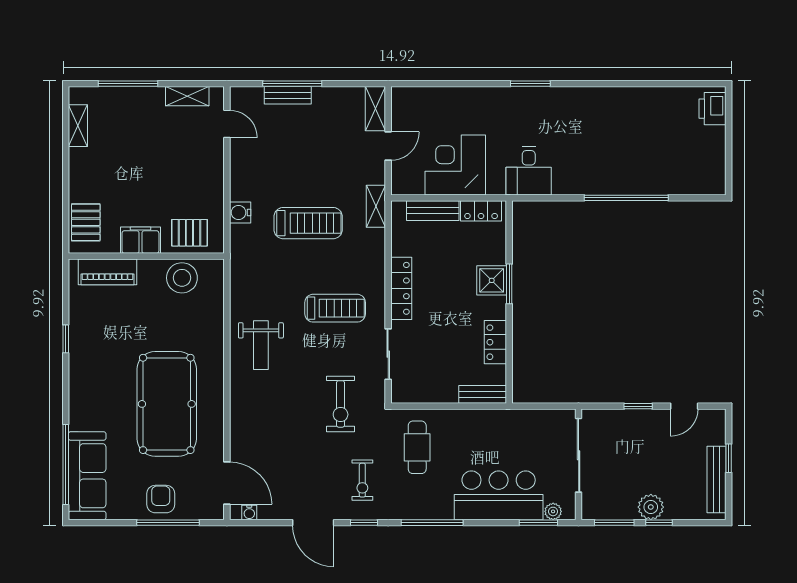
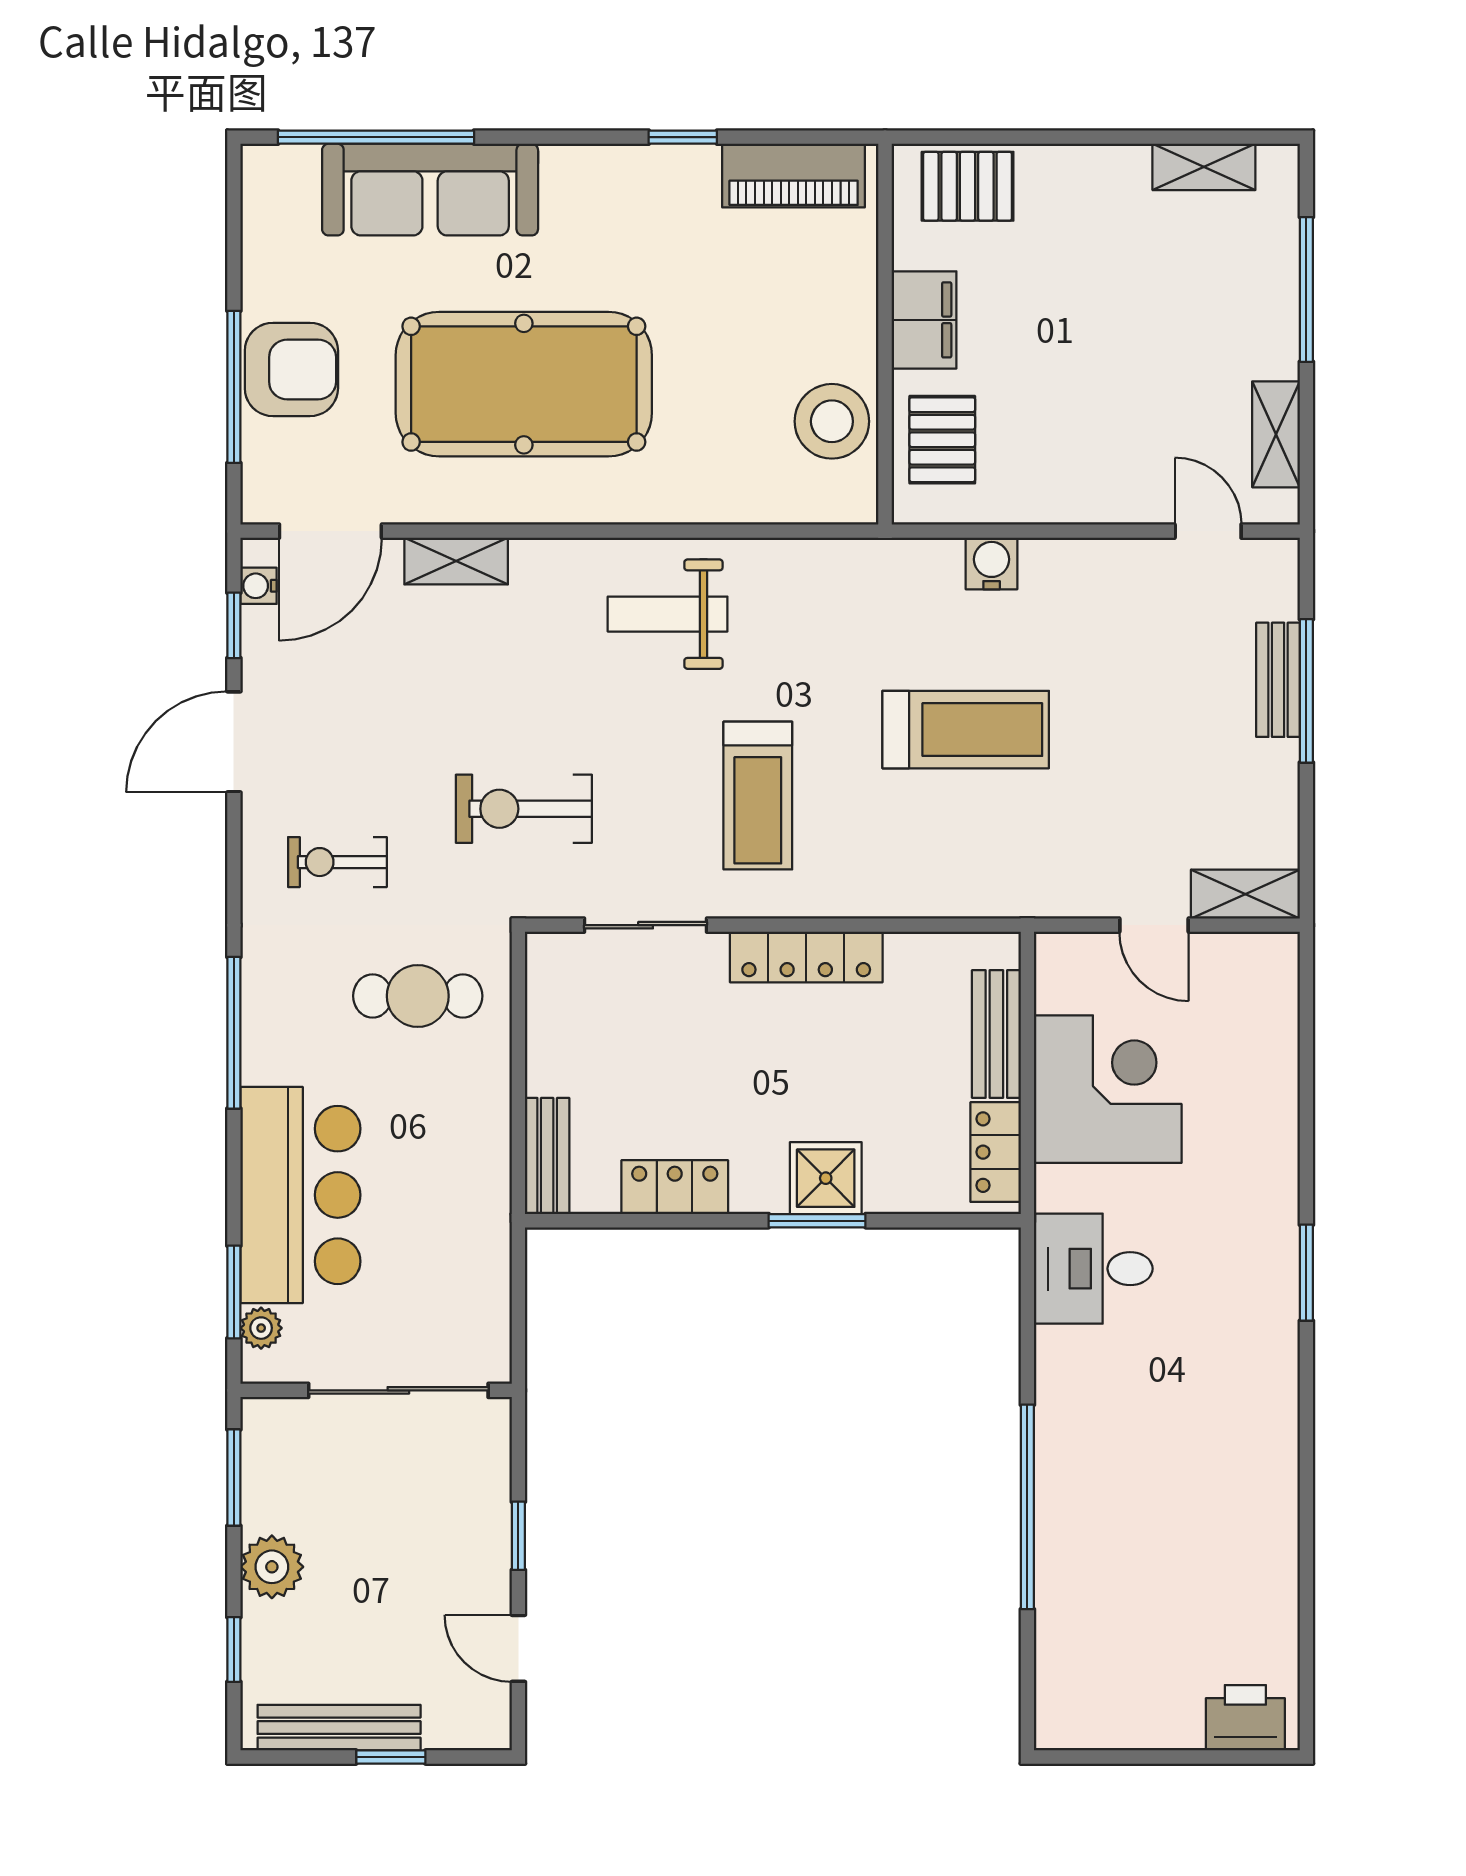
door: (227, 124) -> (1208, 531), swing flipped
shelving: (376, 206) -> (456, 561), moved
treadmill: (308, 223) -> (966, 730), turned -90
piano: (108, 272) -> (794, 176), moved, turned -90
sofa: (87, 476) -> (430, 190), moved
armchair: (161, 499) -> (291, 369), width x1.38, depth x1.38
window: (364, 523) -> (234, 625), moved
window: (659, 523) -> (234, 1649), moved

